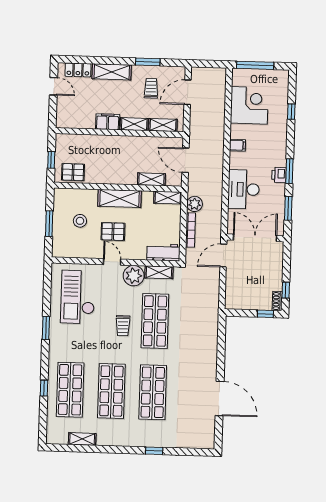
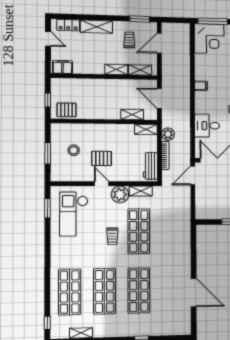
window: (148, 62) -> (140, 19), moved
corner desk: (249, 105) -> (209, 39), moved, turned 90
filing cabinet: (108, 122) -> (62, 67), moved
desk: (244, 189) -> (207, 126), width x0.73
shelving: (120, 198) -> (106, 131), removed
workbench: (163, 252) -> (150, 166), moved, turned -90
window: (46, 328) -> (48, 208), moved
window: (44, 388) -> (47, 323), moved

